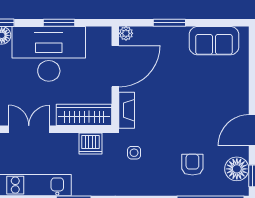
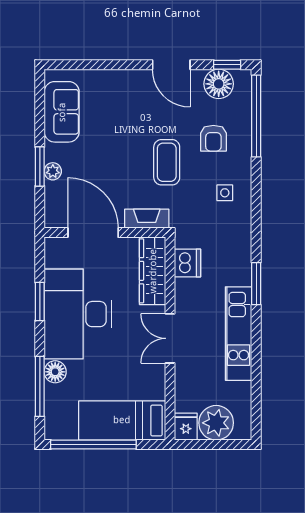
plant: (126, 33) -> (53, 171), moved
coffee table: (173, 126) -> (167, 162), added
side table: (134, 153) -> (225, 193), moved
armchair: (192, 165) -> (213, 138), turned -90

